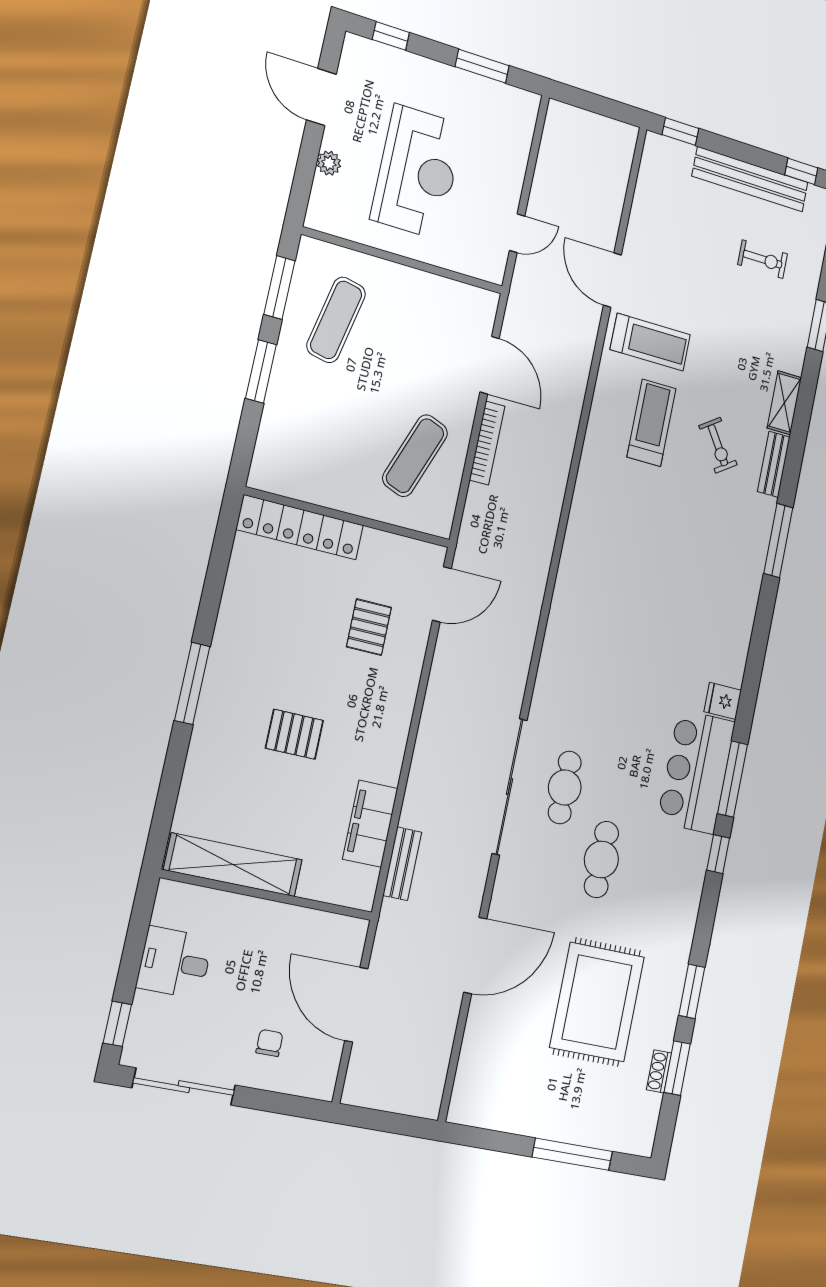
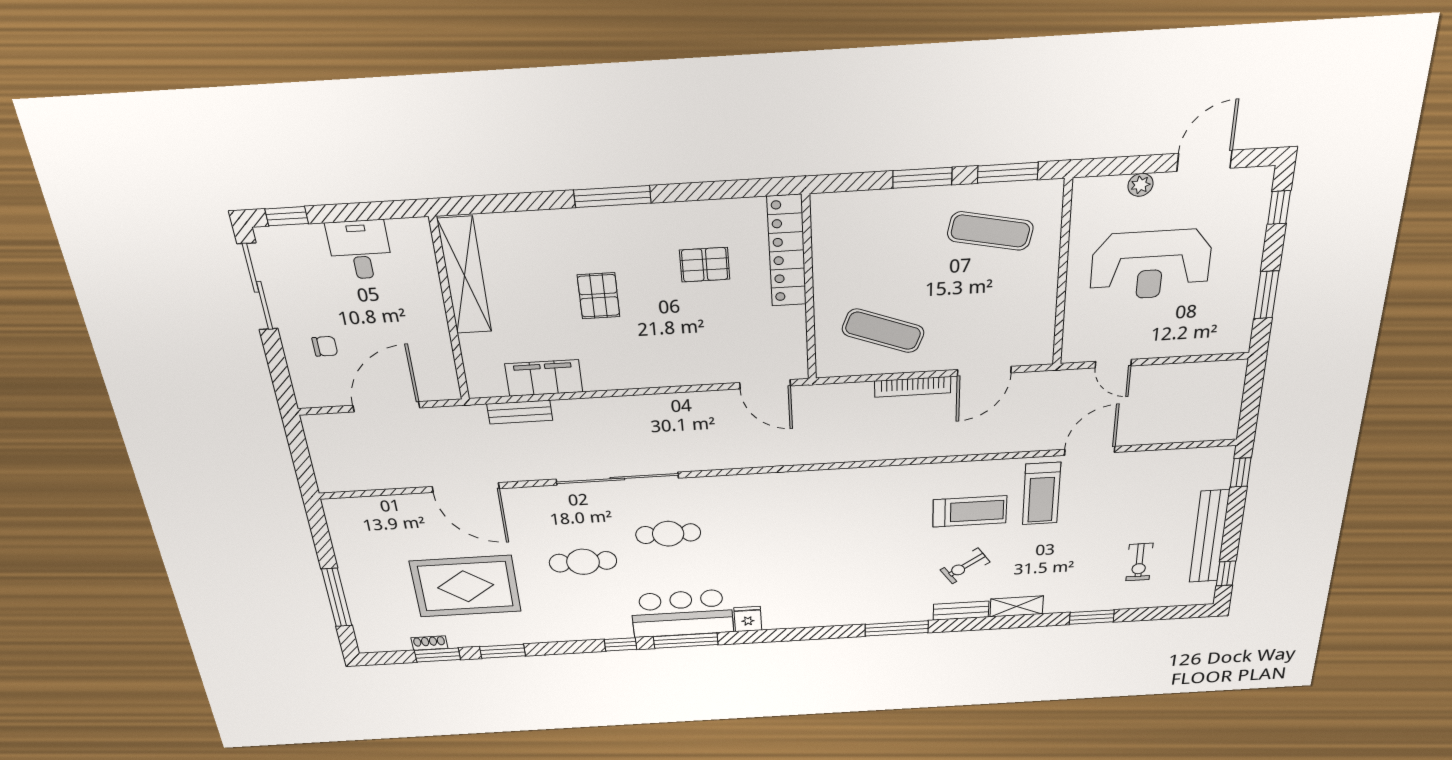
pallet: (369, 627) -> (705, 265), moved
cafe table: (565, 787) -> (668, 534), moved

